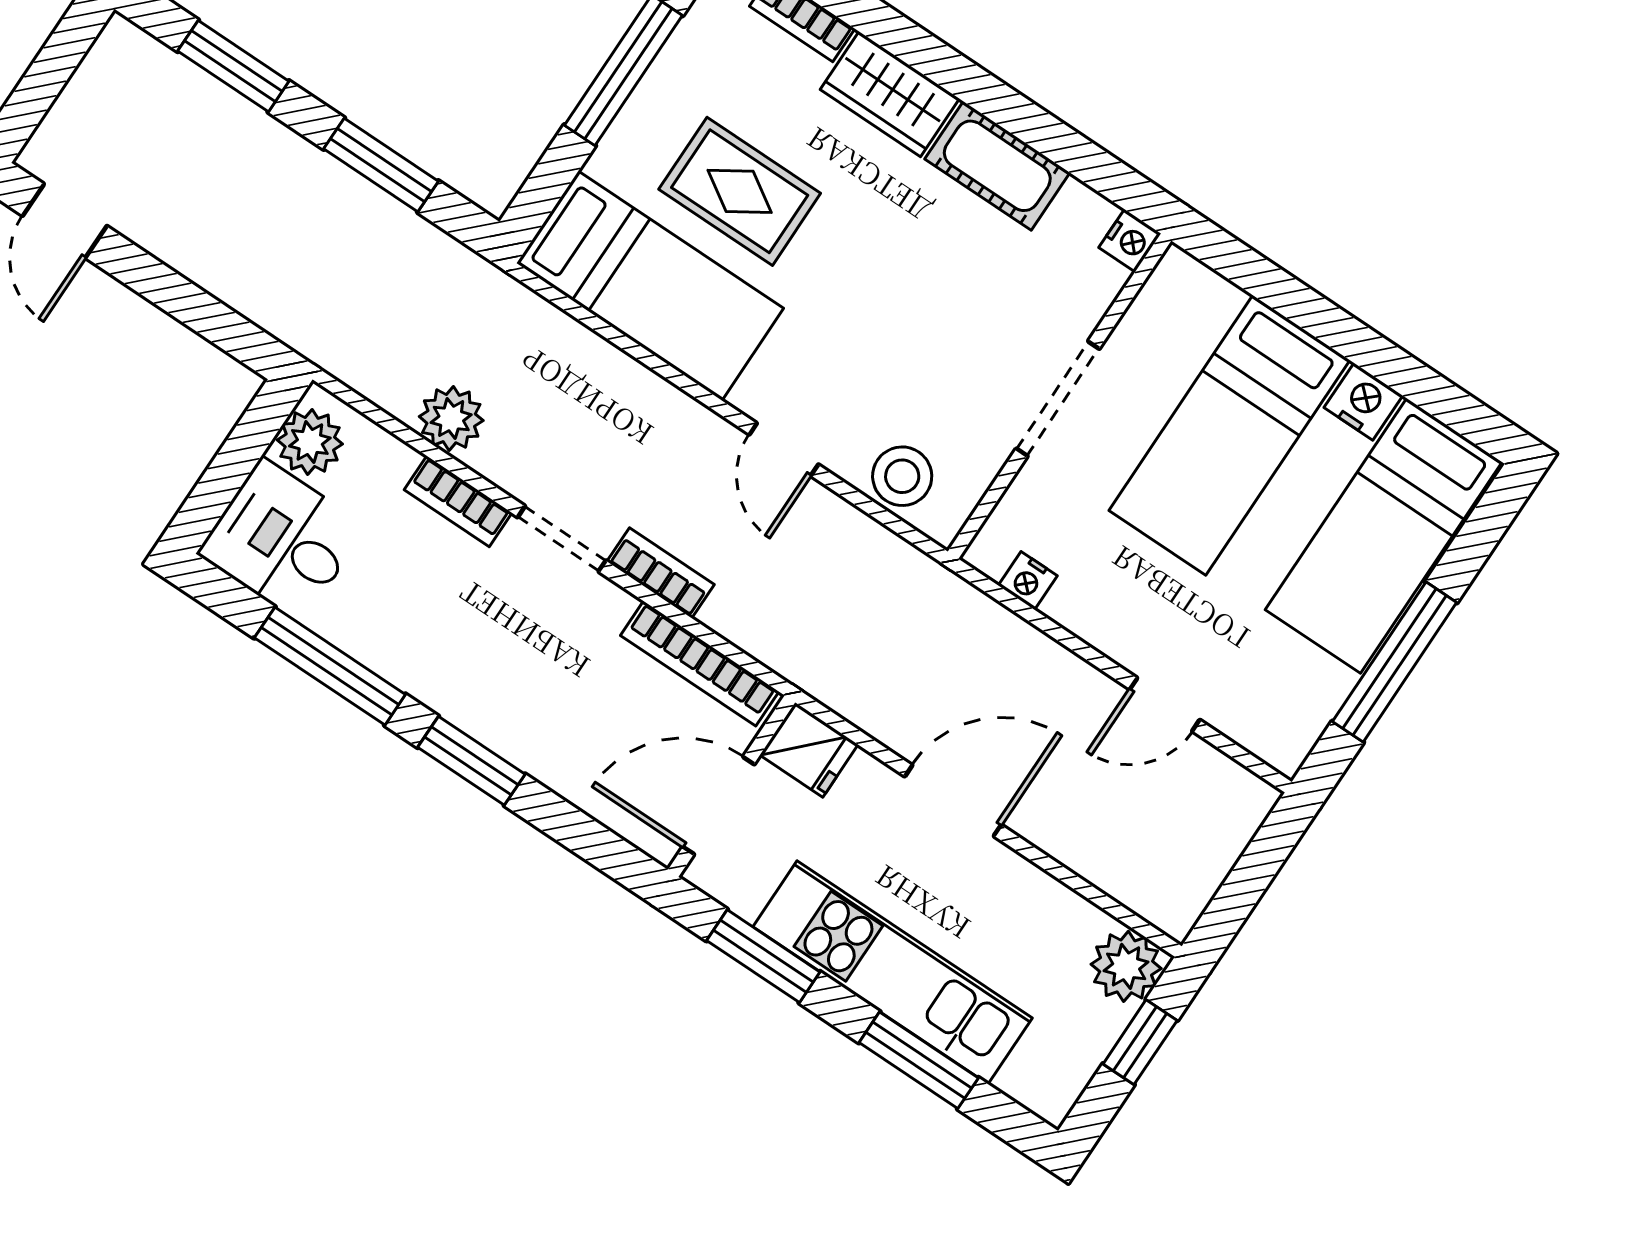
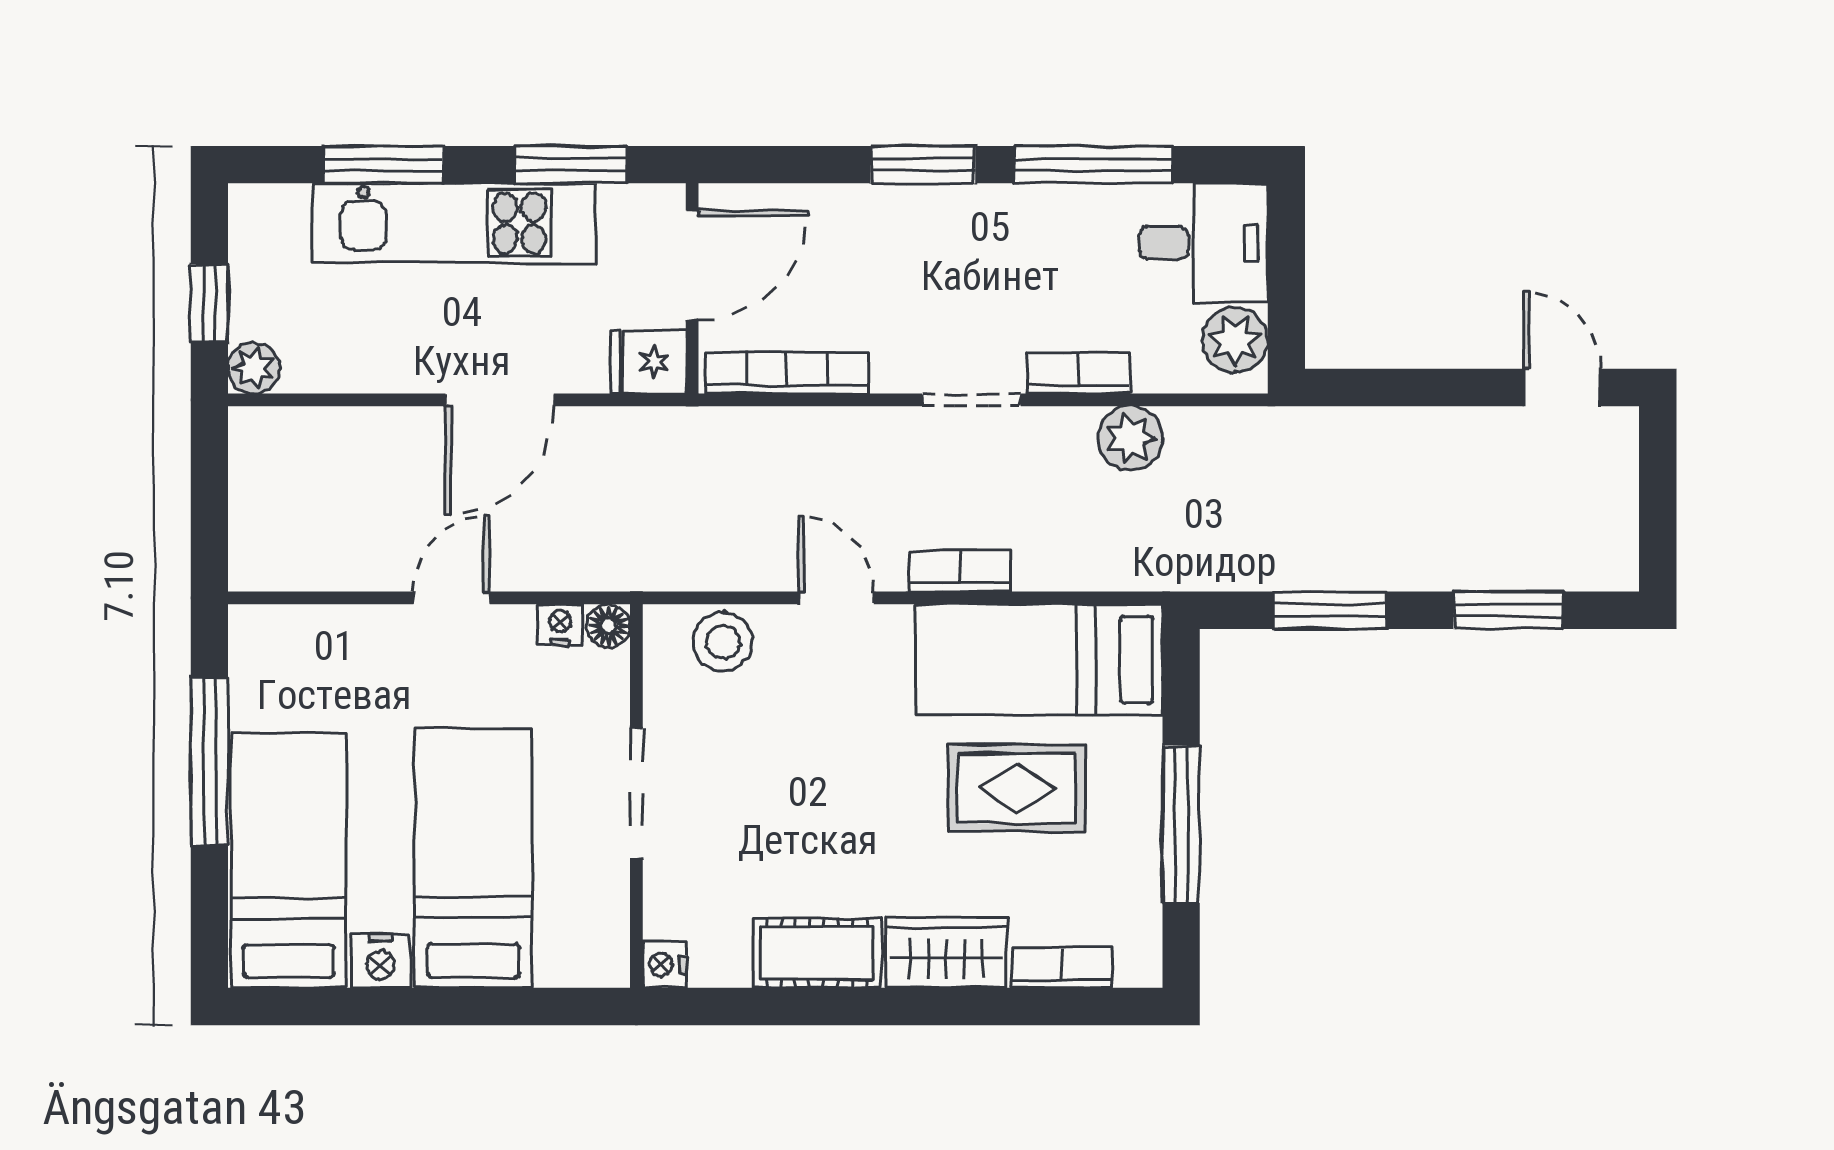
floor lamp: (988, 553) -> (609, 626), added
bookcase: (661, 573) -> (959, 571), moved, turned 180
door: (1165, 704) -> (451, 598), moved
plant: (1126, 966) -> (254, 368), width x0.73, depth x0.73

